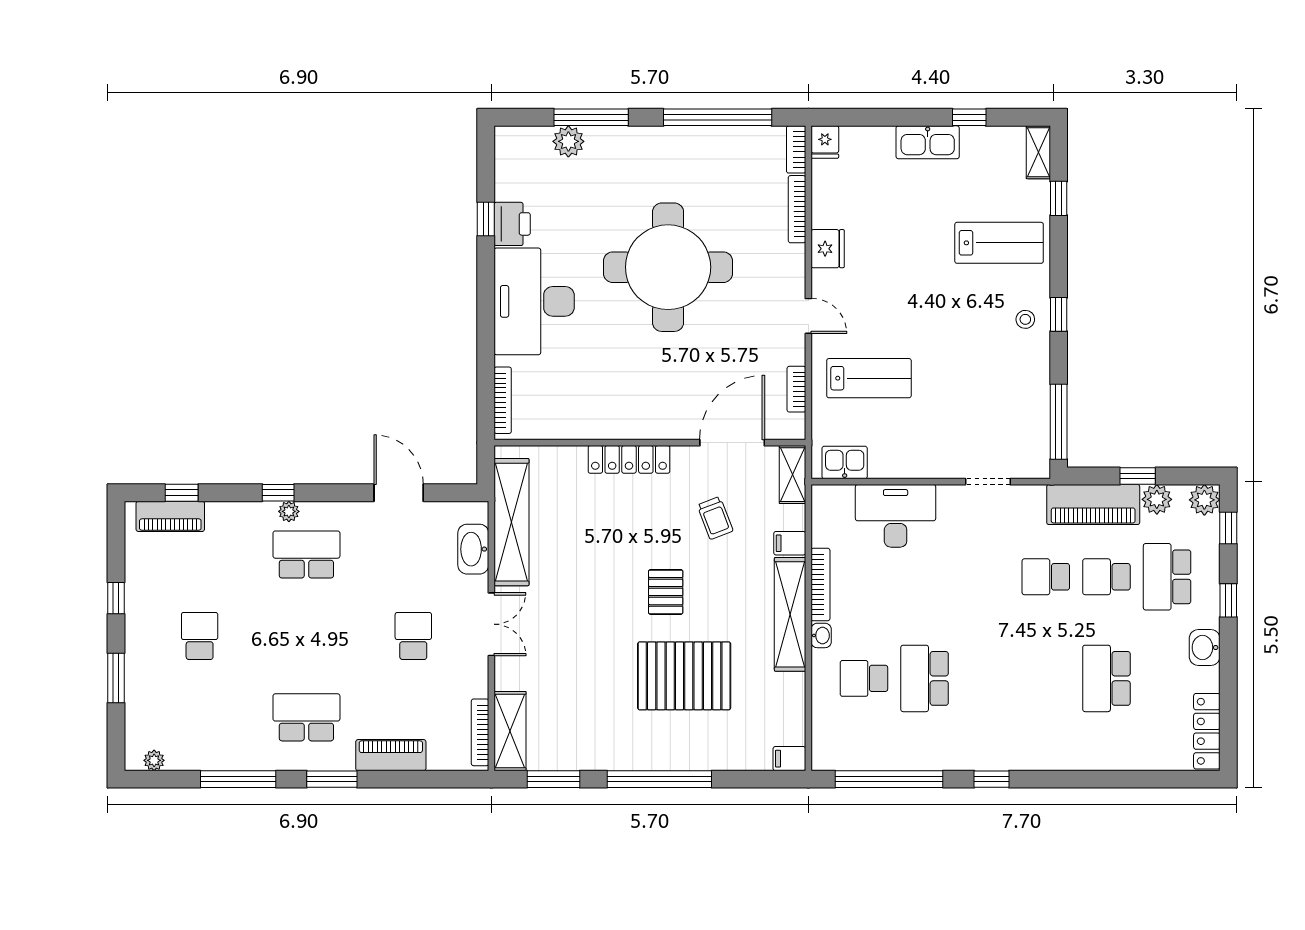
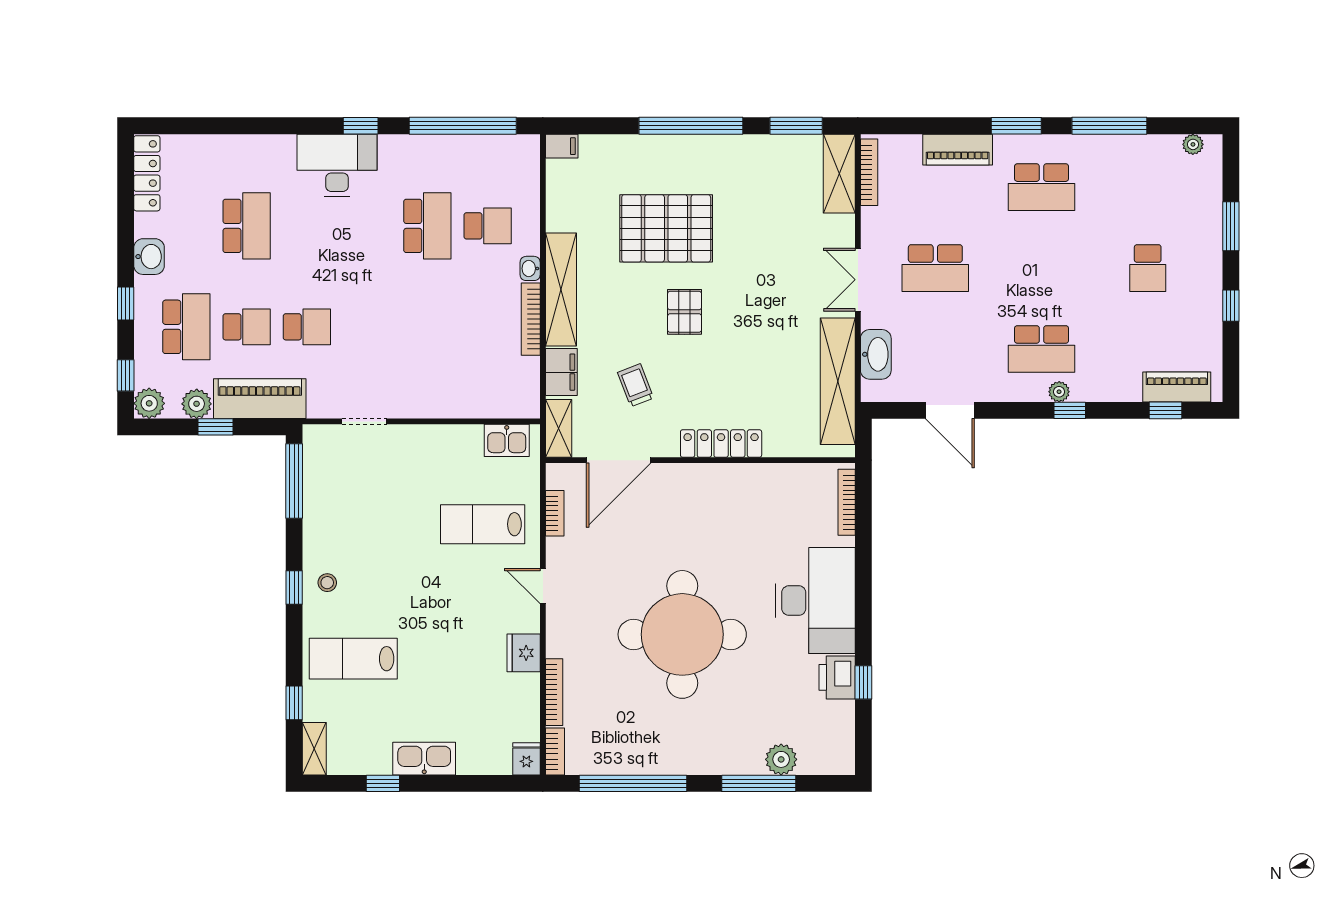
desk: (896, 516) -> (337, 165), moved, turned 180
filing cabinet: (790, 543) -> (561, 372), width x2.00
school desk: (413, 636) -> (935, 268), width x1.85

